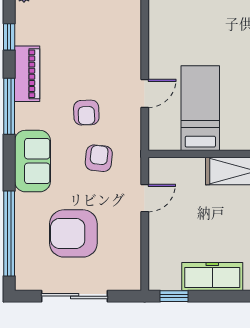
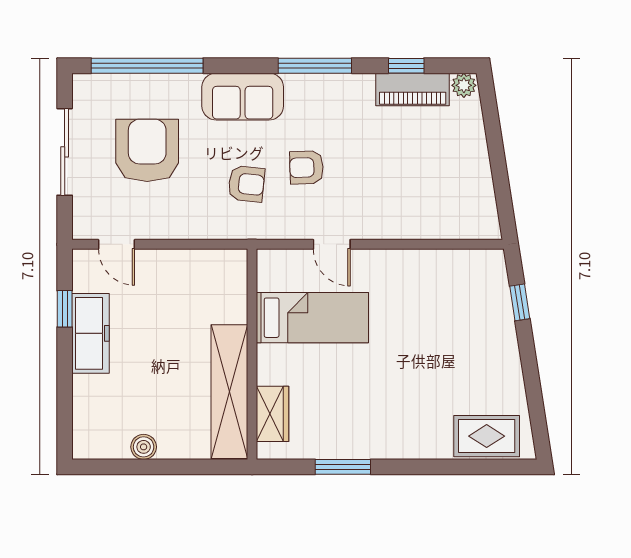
piano: (27, 74) -> (413, 89), moved
door: (145, 198) -> (117, 244), moved
window: (174, 296) -> (65, 309), moved

